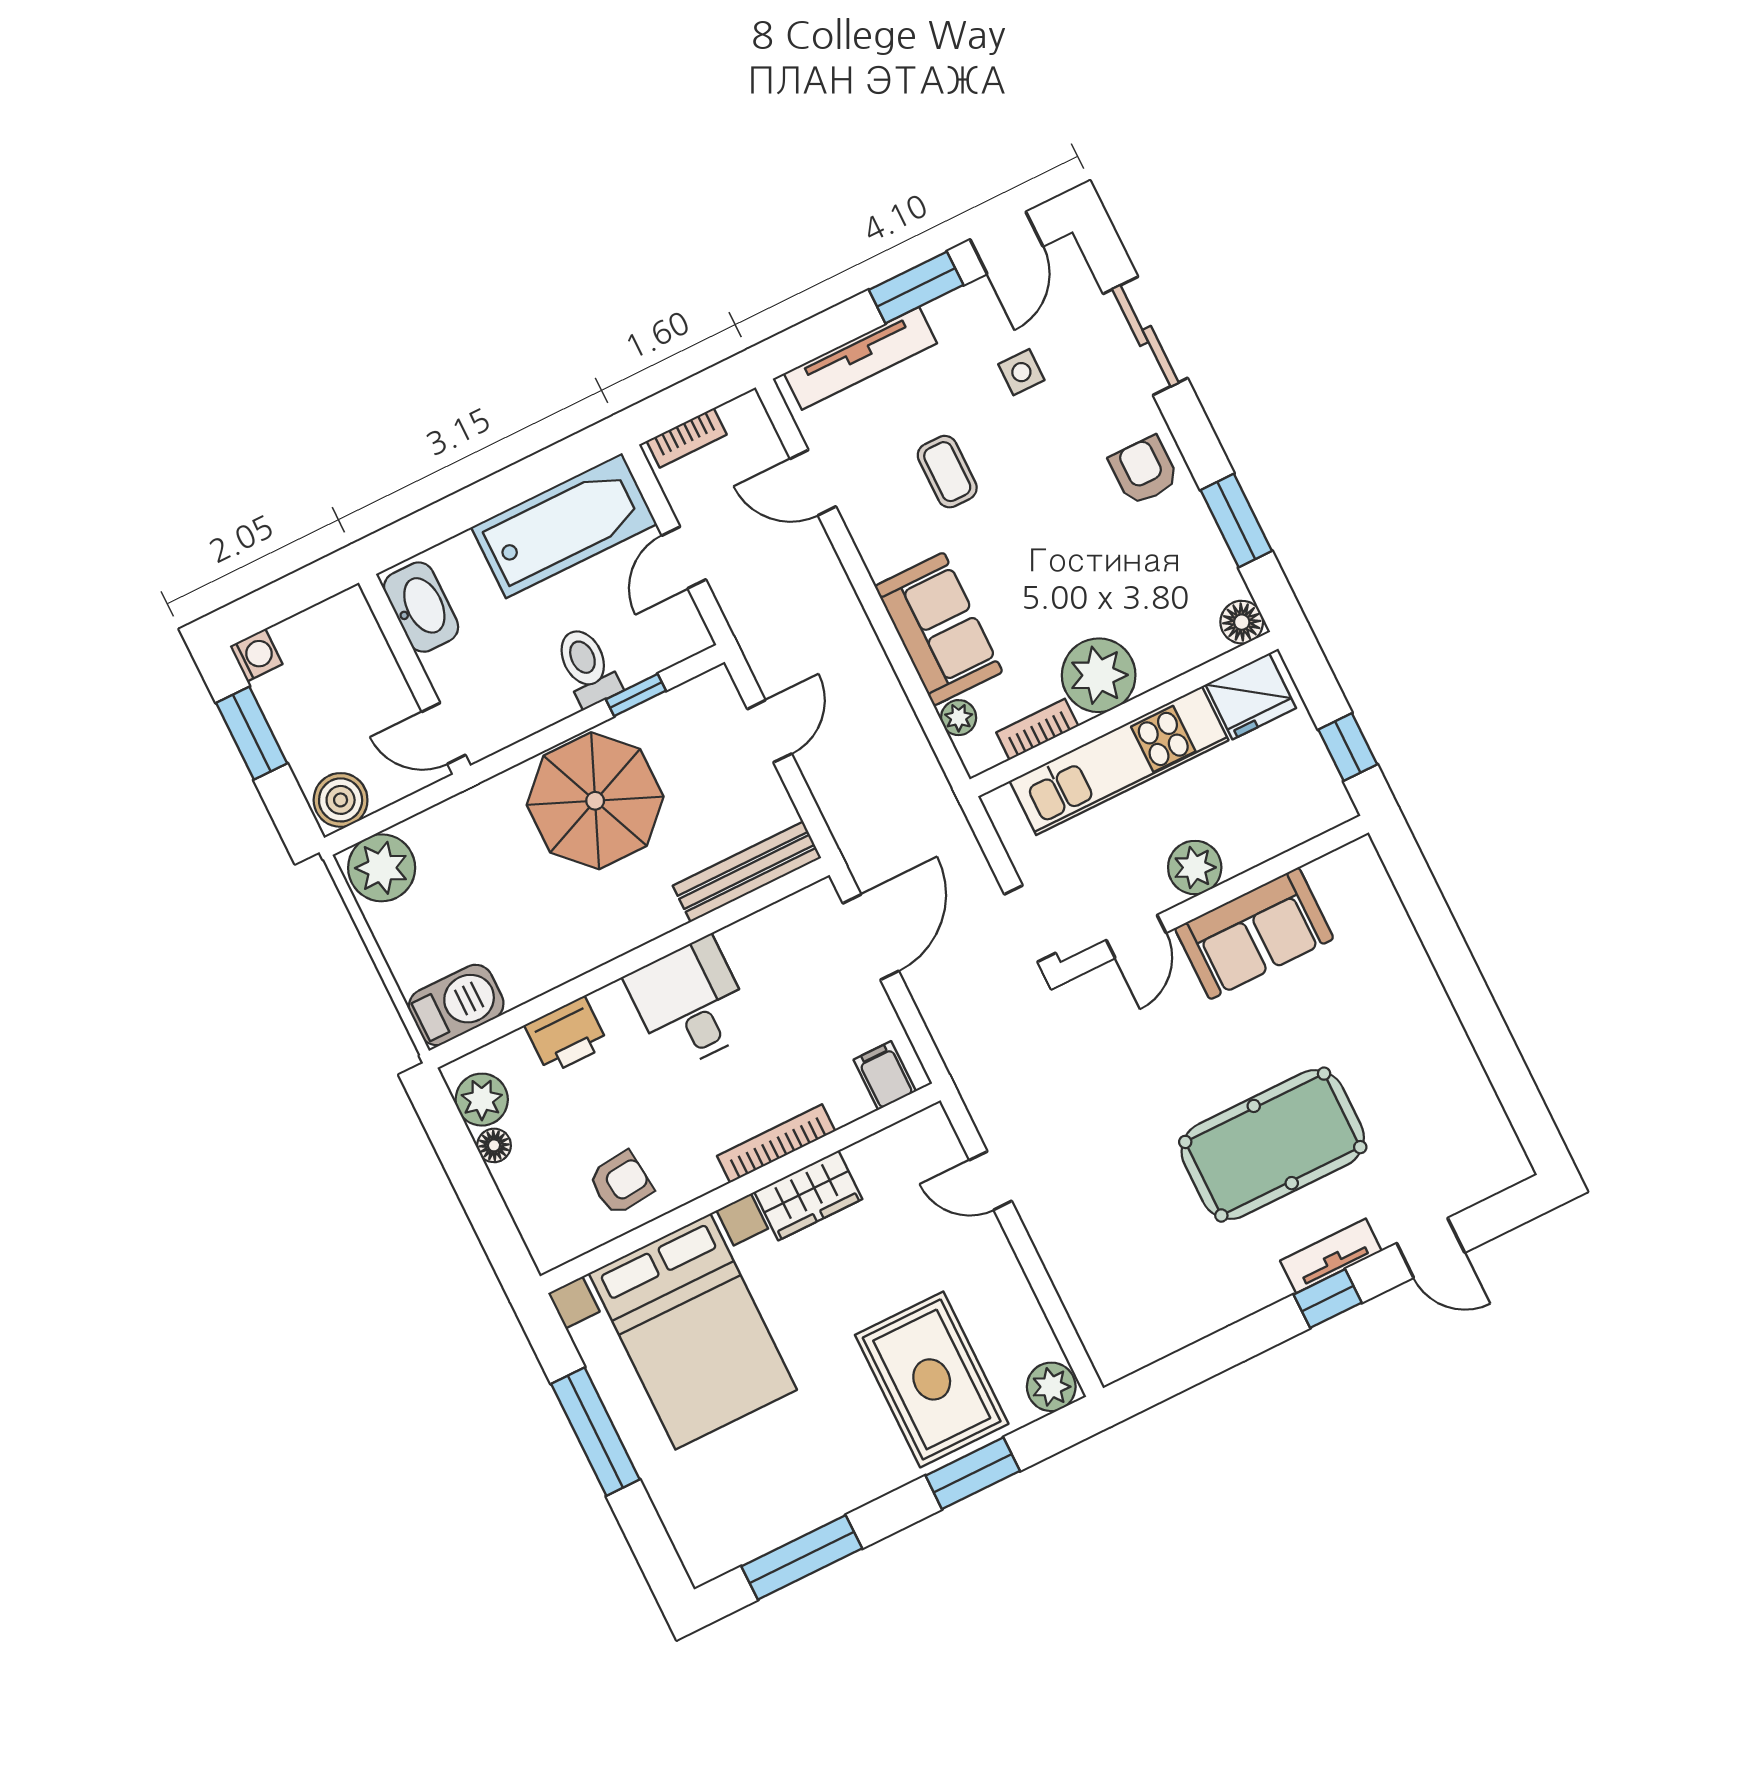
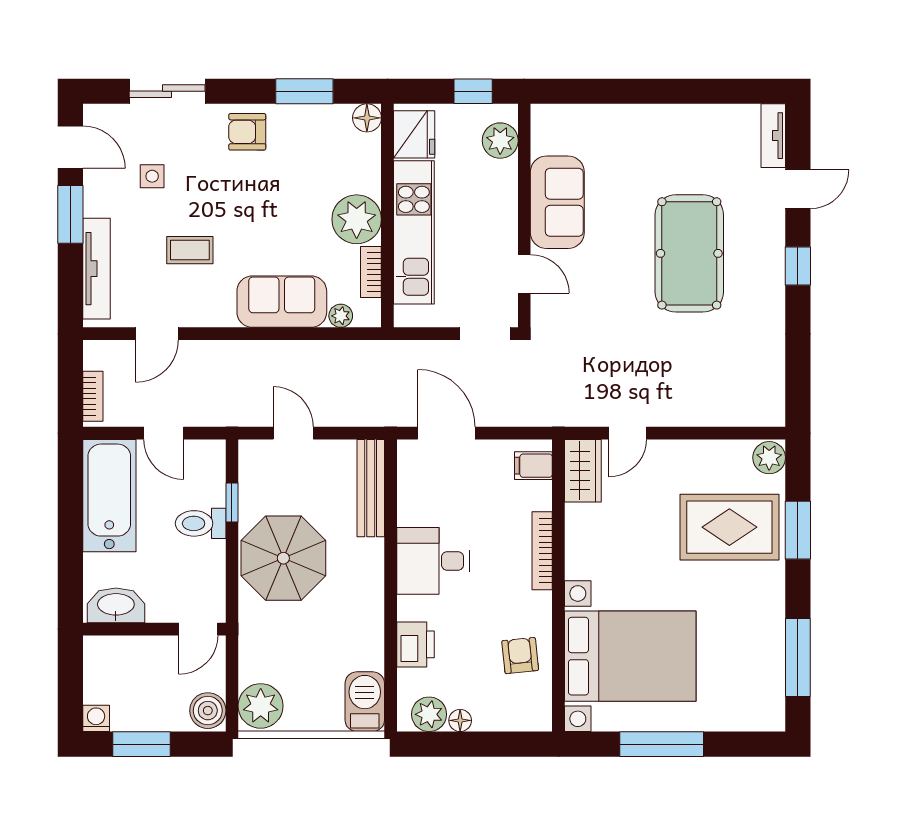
plant: (1195, 867) -> (500, 141), moved
wardrobe: (808, 1195) -> (583, 471), moved
tv unit: (1331, 1256) -> (773, 136), moved

